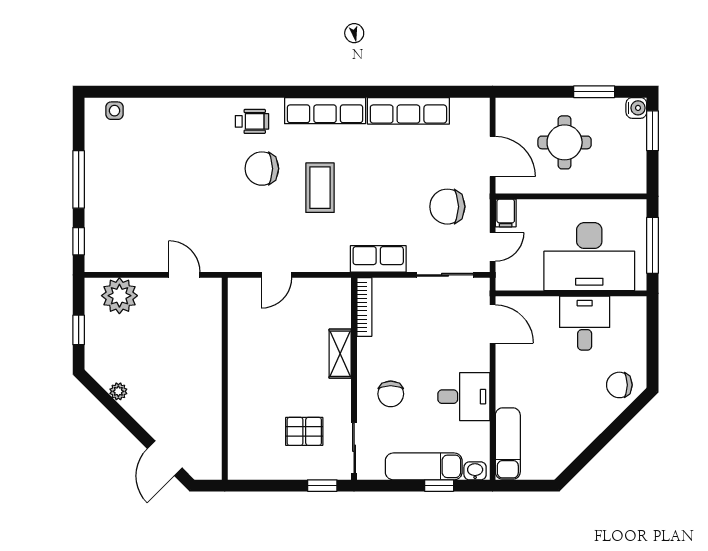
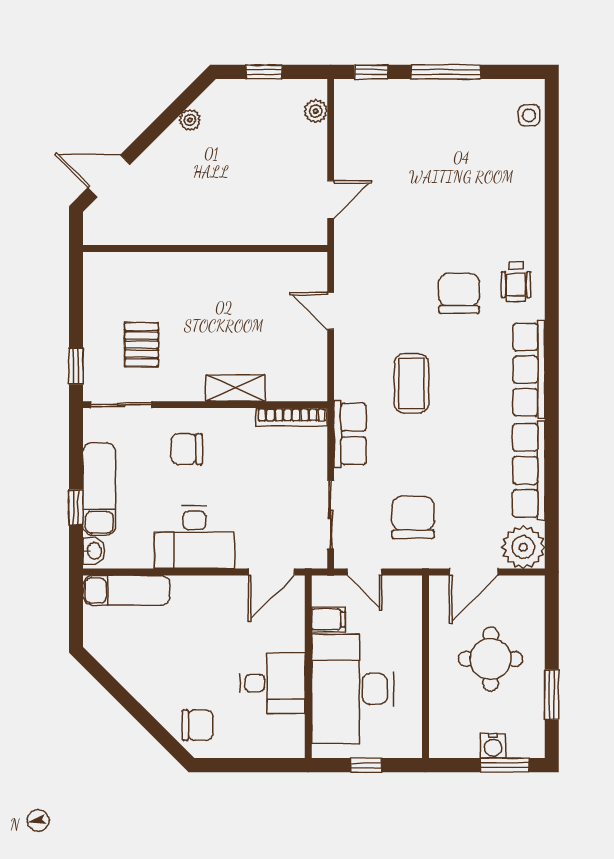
water cooler: (636, 108) -> (493, 746), moved
plant: (472, 115) -> (523, 547), added
coffee table: (320, 188) -> (411, 383), moved, turned 90
filing cabinet: (506, 213) -> (328, 619), moved, turned 180
window: (653, 245) -> (366, 765), width x0.46
plant: (119, 296) -> (316, 111), width x0.53, depth x0.53
chair: (619, 385) -> (198, 725), turned 90
desk: (464, 397) -> (194, 537), width x1.37

